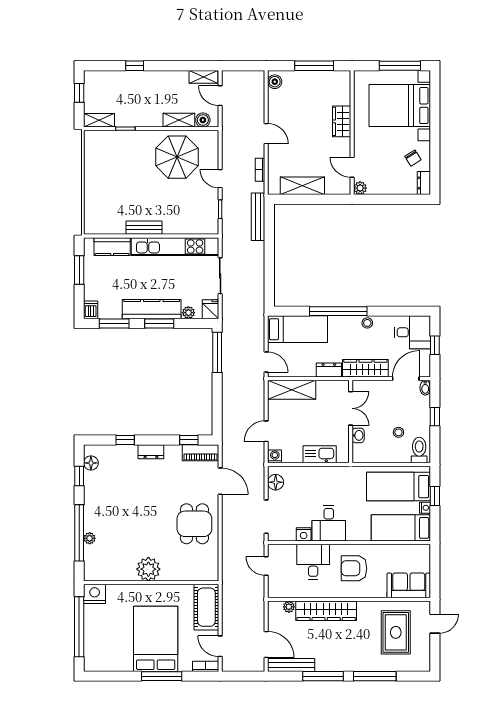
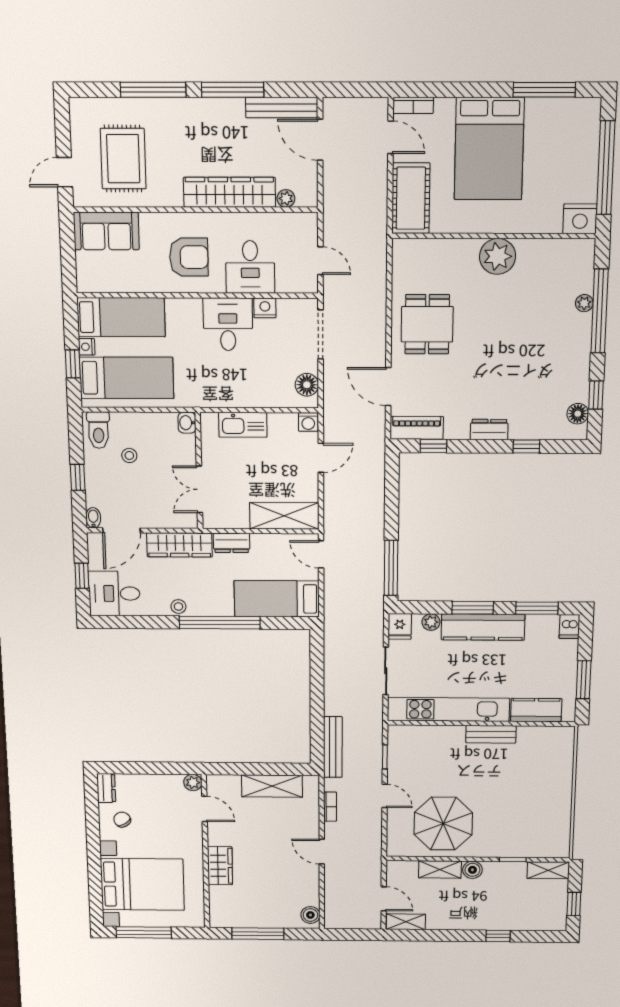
boiler: (203, 120) -> (472, 870), moved
washbasin: (358, 435) -> (187, 423), moved
window: (162, 676) -> (544, 90), moved

